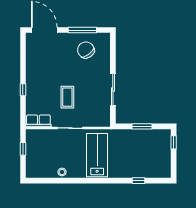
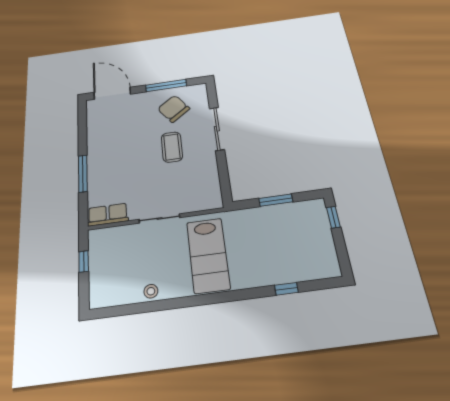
sliding door: (113, 89) -> (217, 129), moved
window: (23, 90) -> (83, 173), width x2.17
coffee table: (67, 97) -> (172, 147), moved
lab bench: (97, 155) -> (208, 255), turned 180

